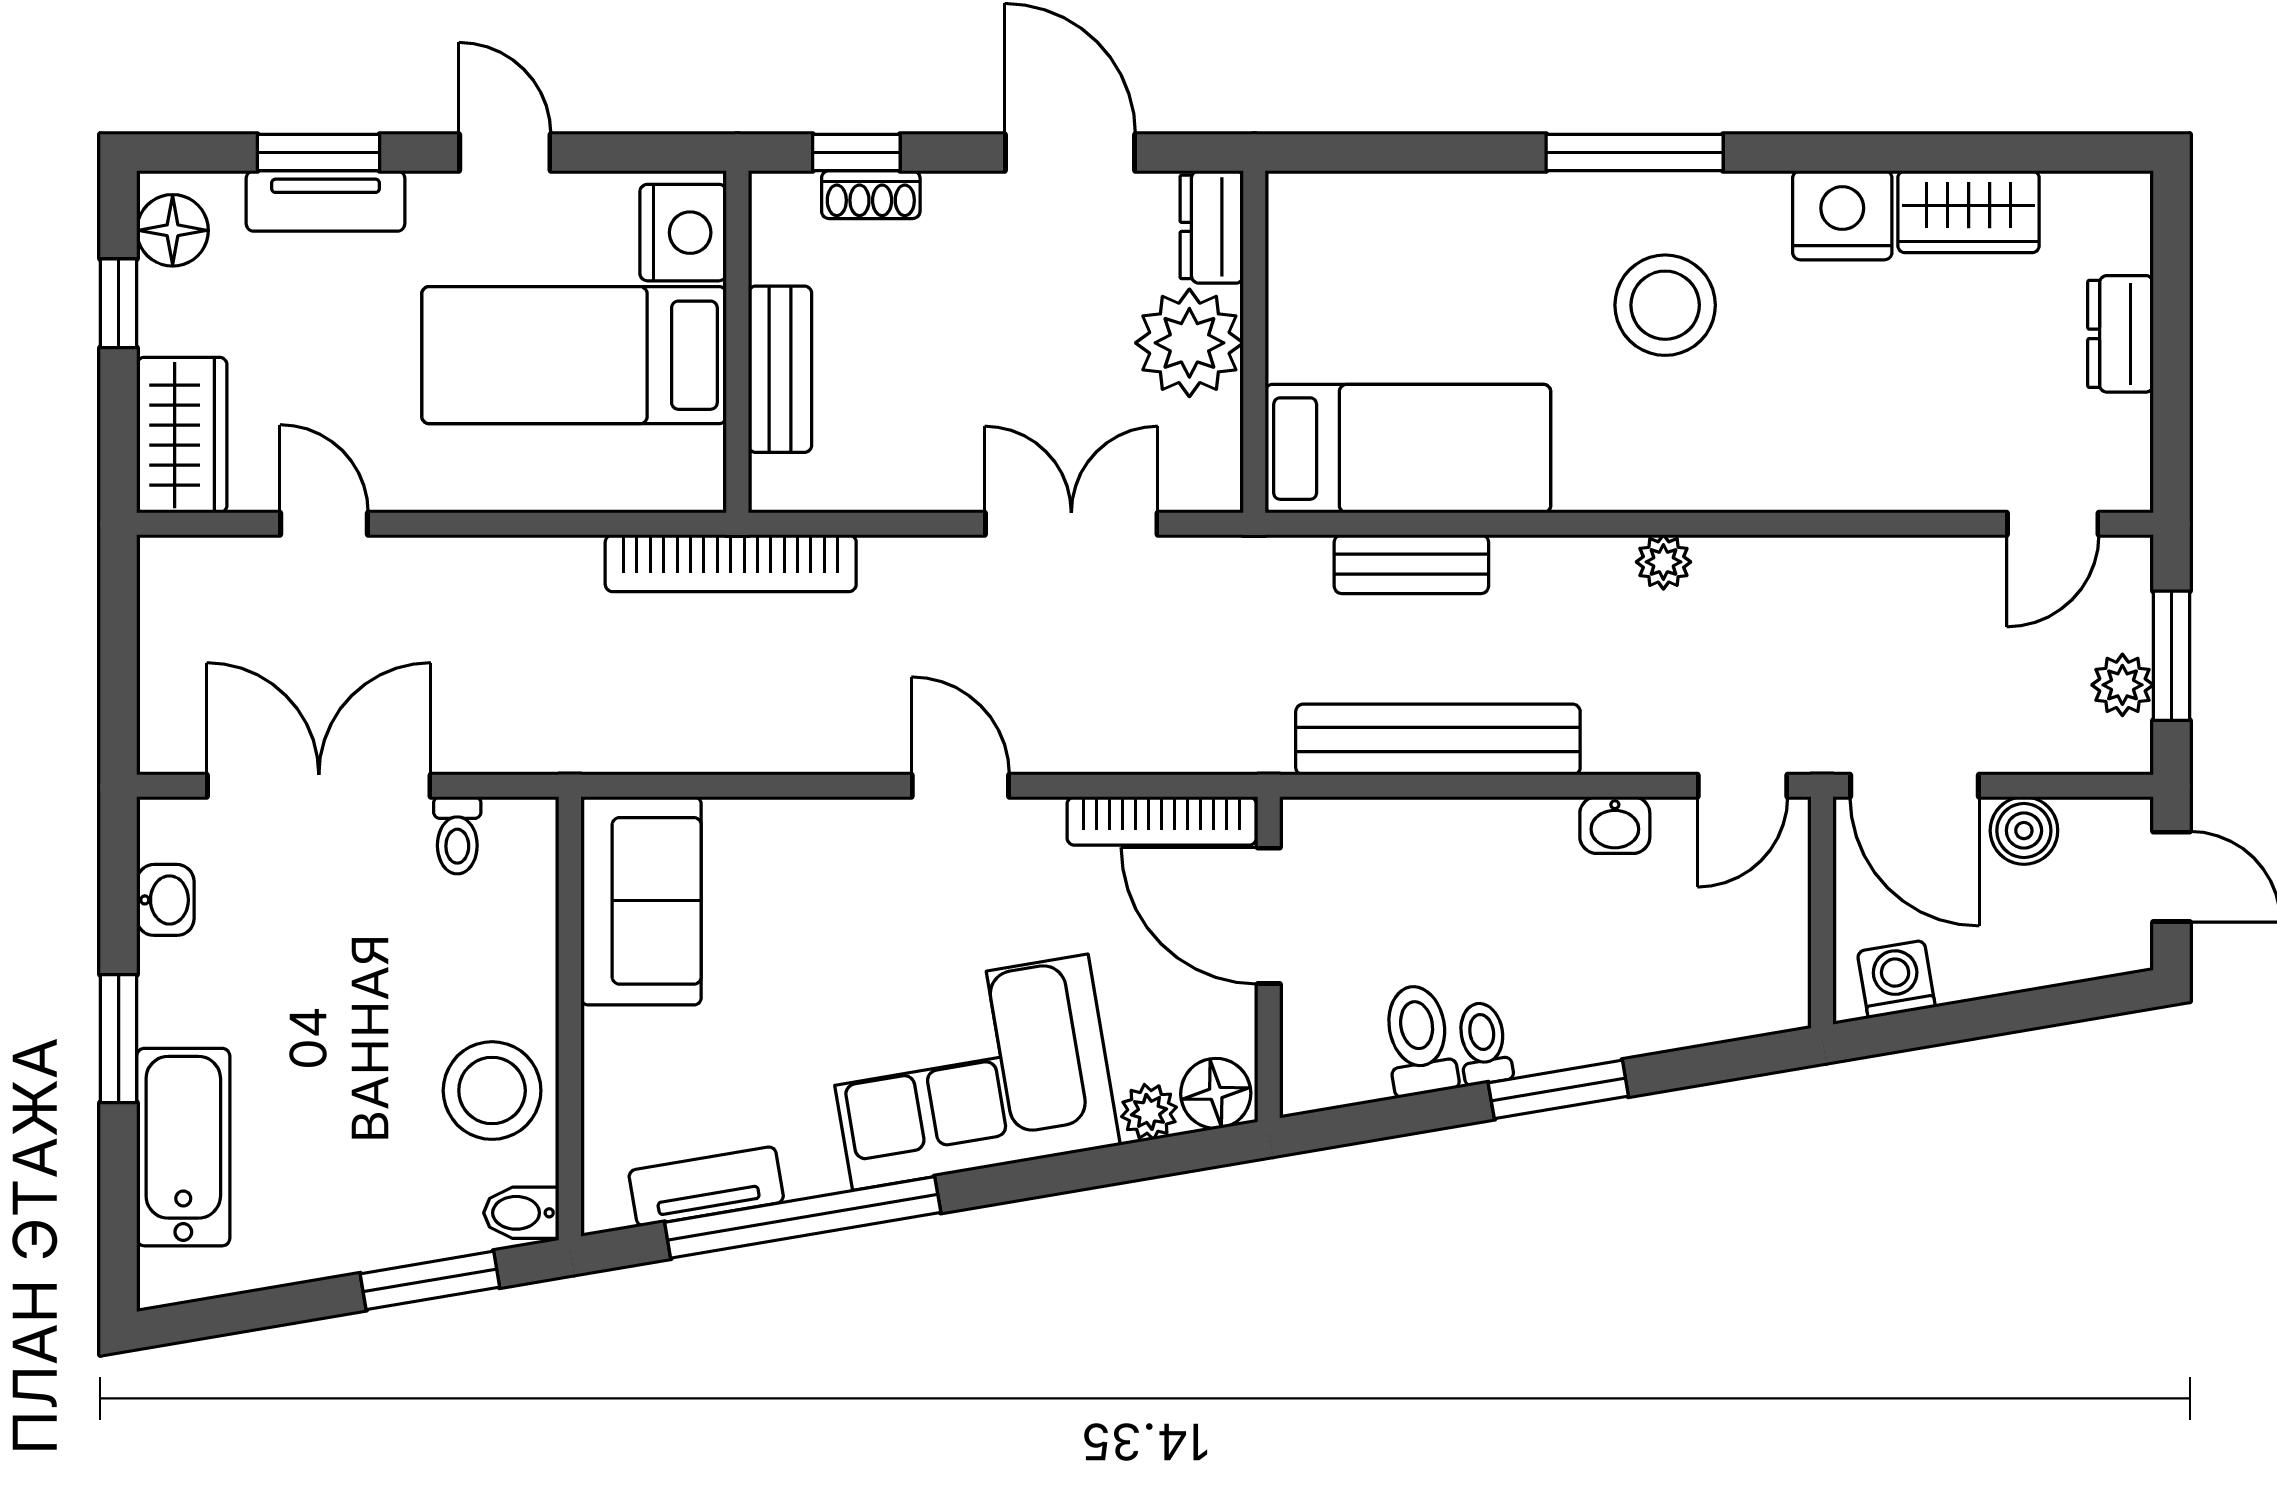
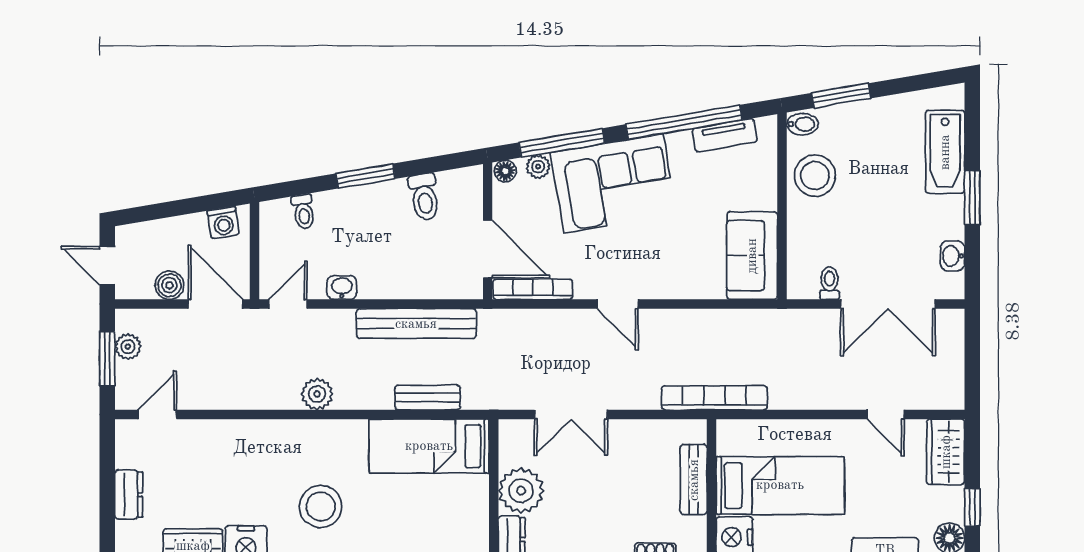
plant: (1663, 562) -> (317, 394), width x1.38, depth x1.38
toilet: (1484, 1043) -> (303, 211), moved
floor lamp: (1216, 1093) -> (505, 171), width x0.73, depth x0.73
window: (1093, 1168) -> (562, 143), added

